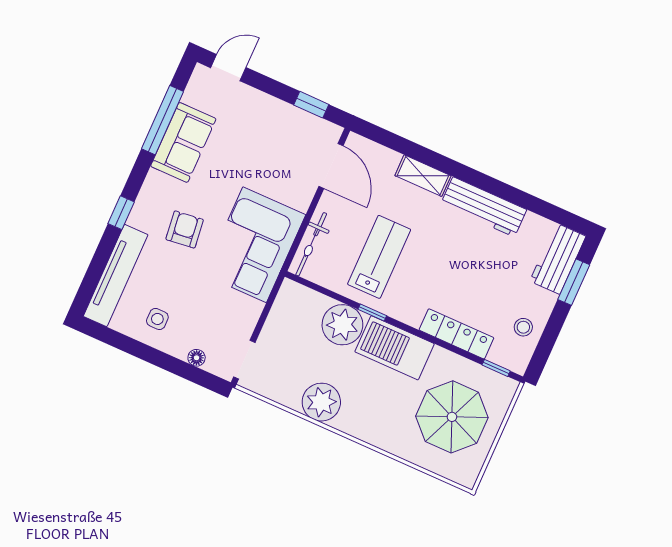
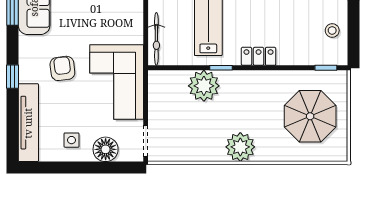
corner sofa: (255, 245) -> (117, 82), moved
locker: (456, 334) -> (259, 56), moved, width x0.66
barbecue: (395, 348) -> (248, 86), removed
floor lamp: (197, 358) -> (106, 149), width x1.89, depth x1.89
plant: (321, 402) -> (240, 147), moved

